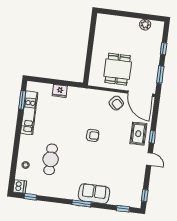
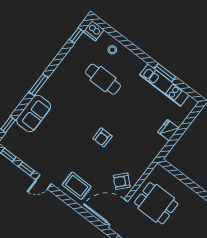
window: (22, 100) -> (165, 73), moved
window: (152, 137) -> (26, 169), moved
sofa: (94, 194) -> (34, 113), moved

